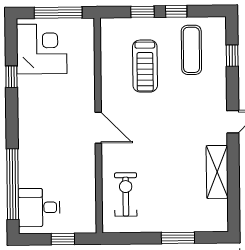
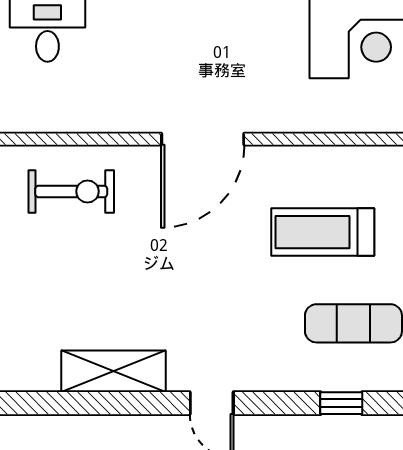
door: (98, 128) -> (203, 139), width x1.36

